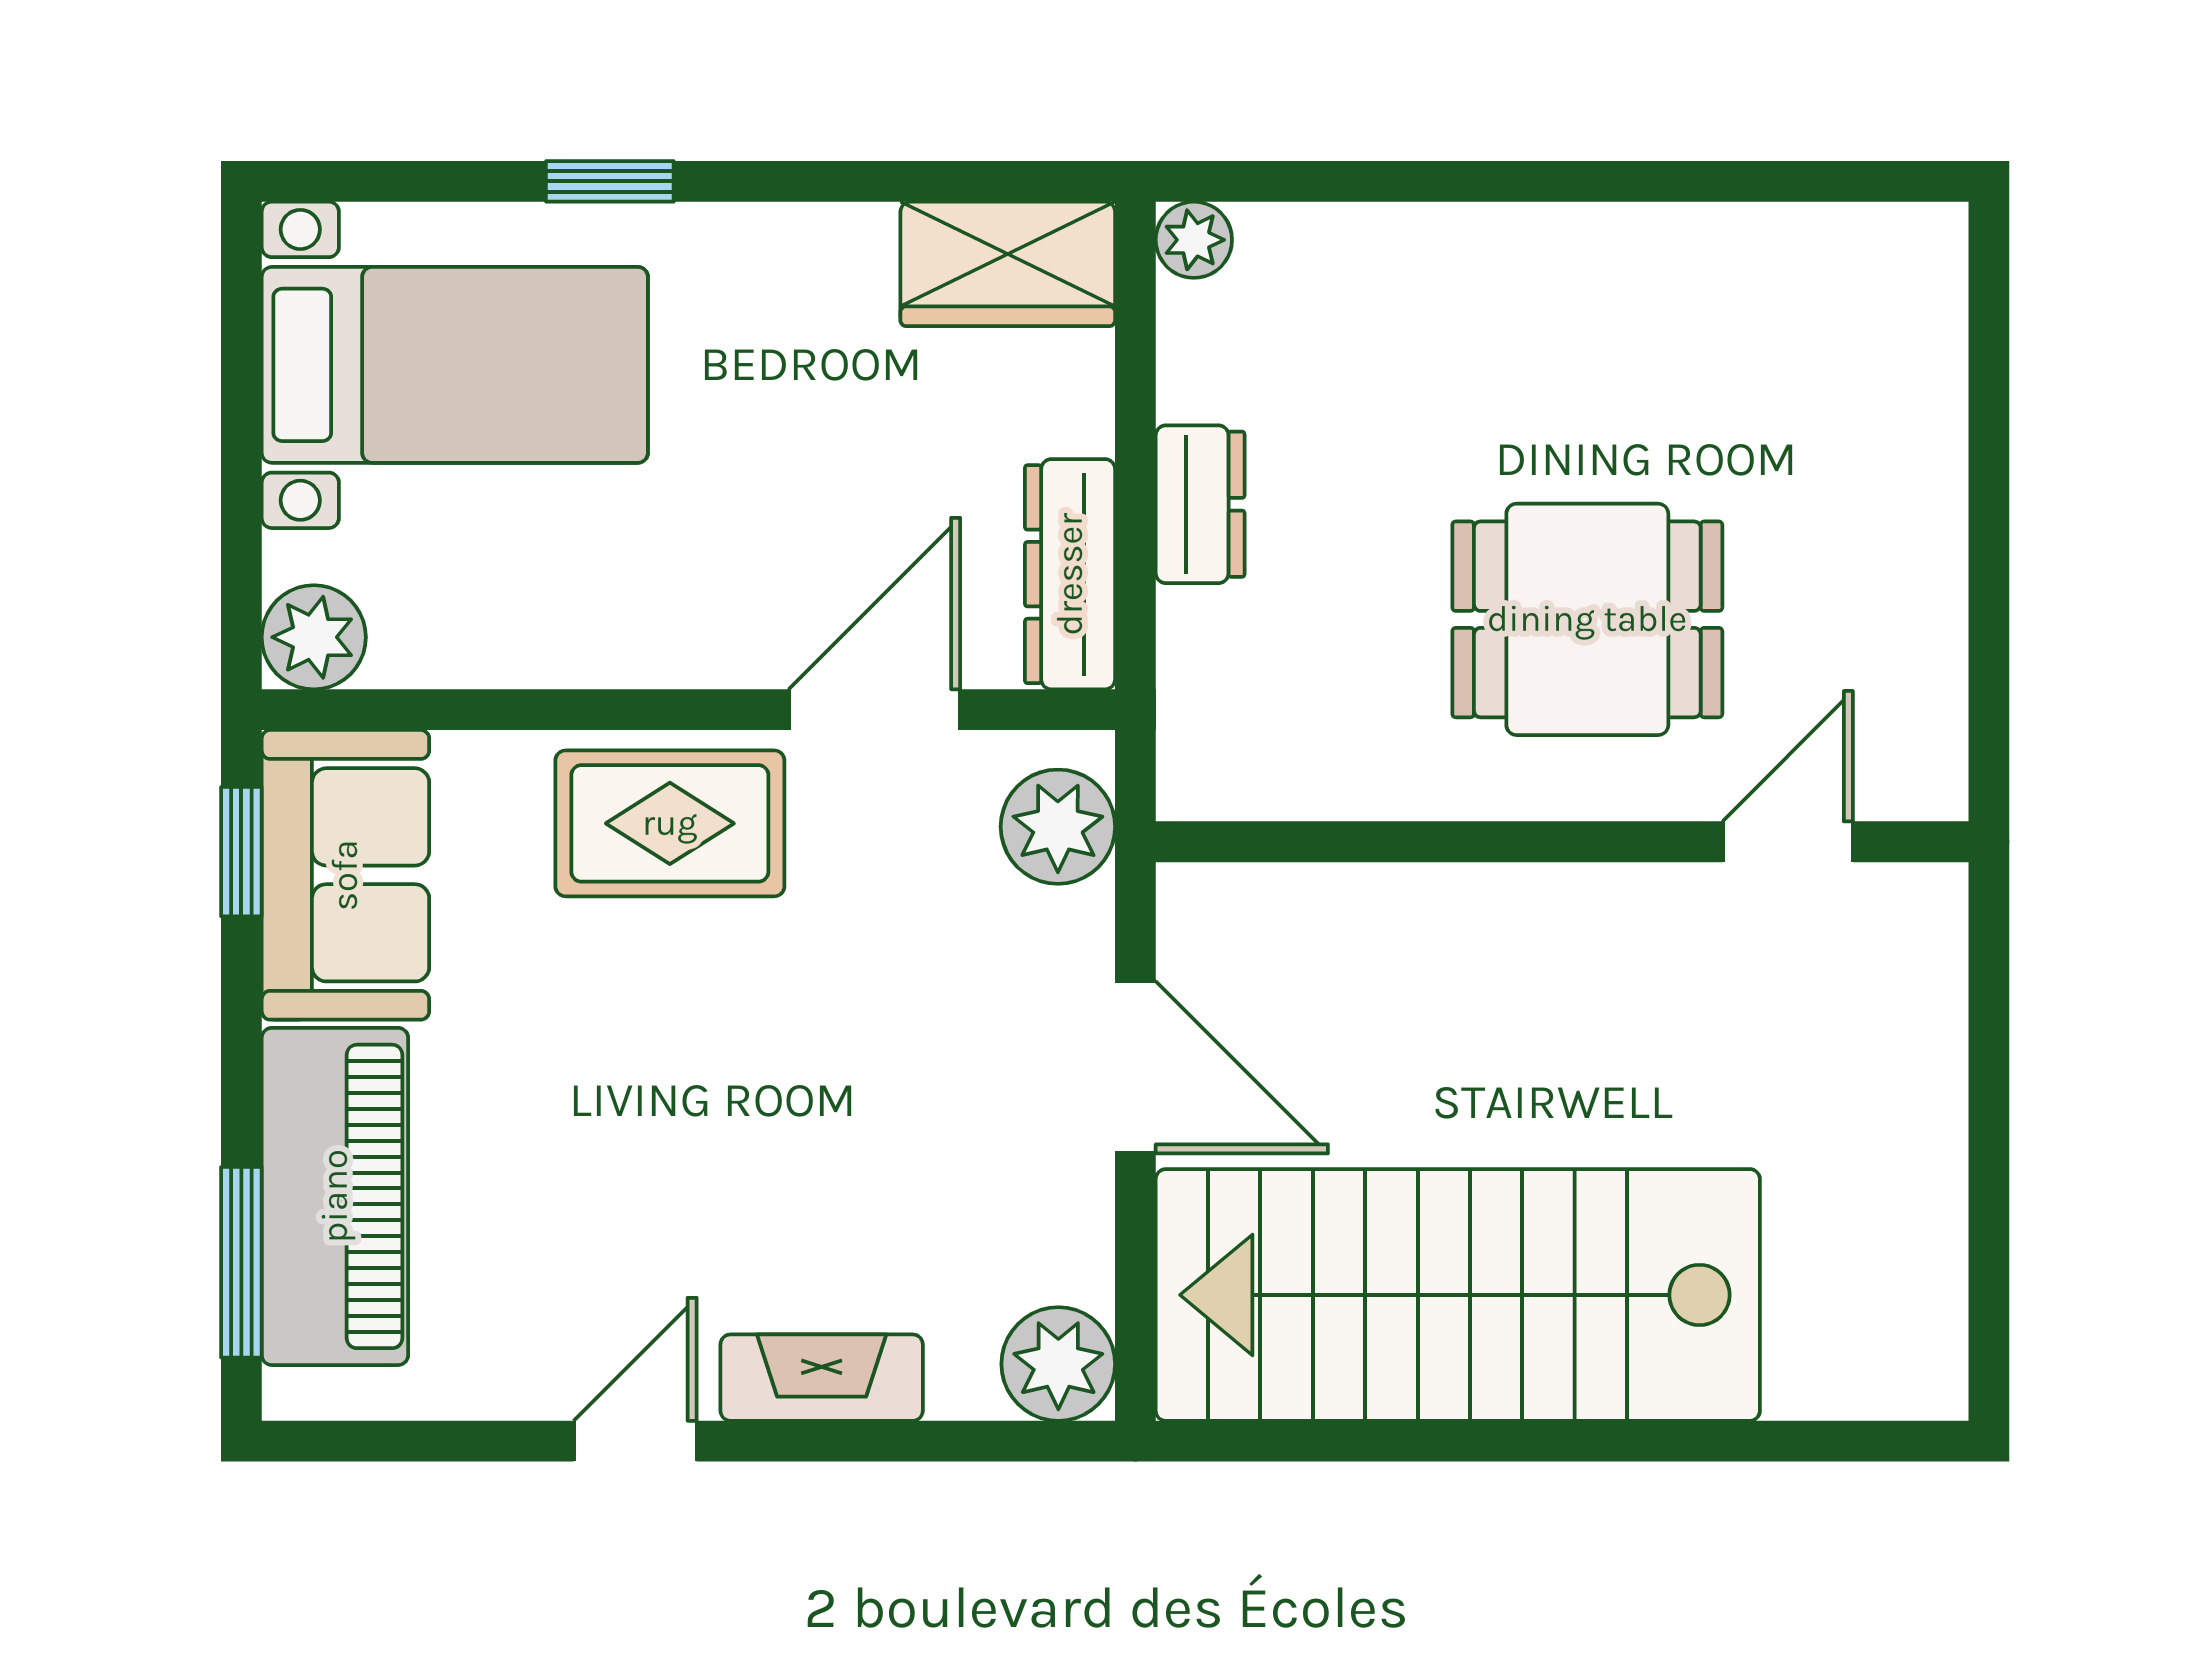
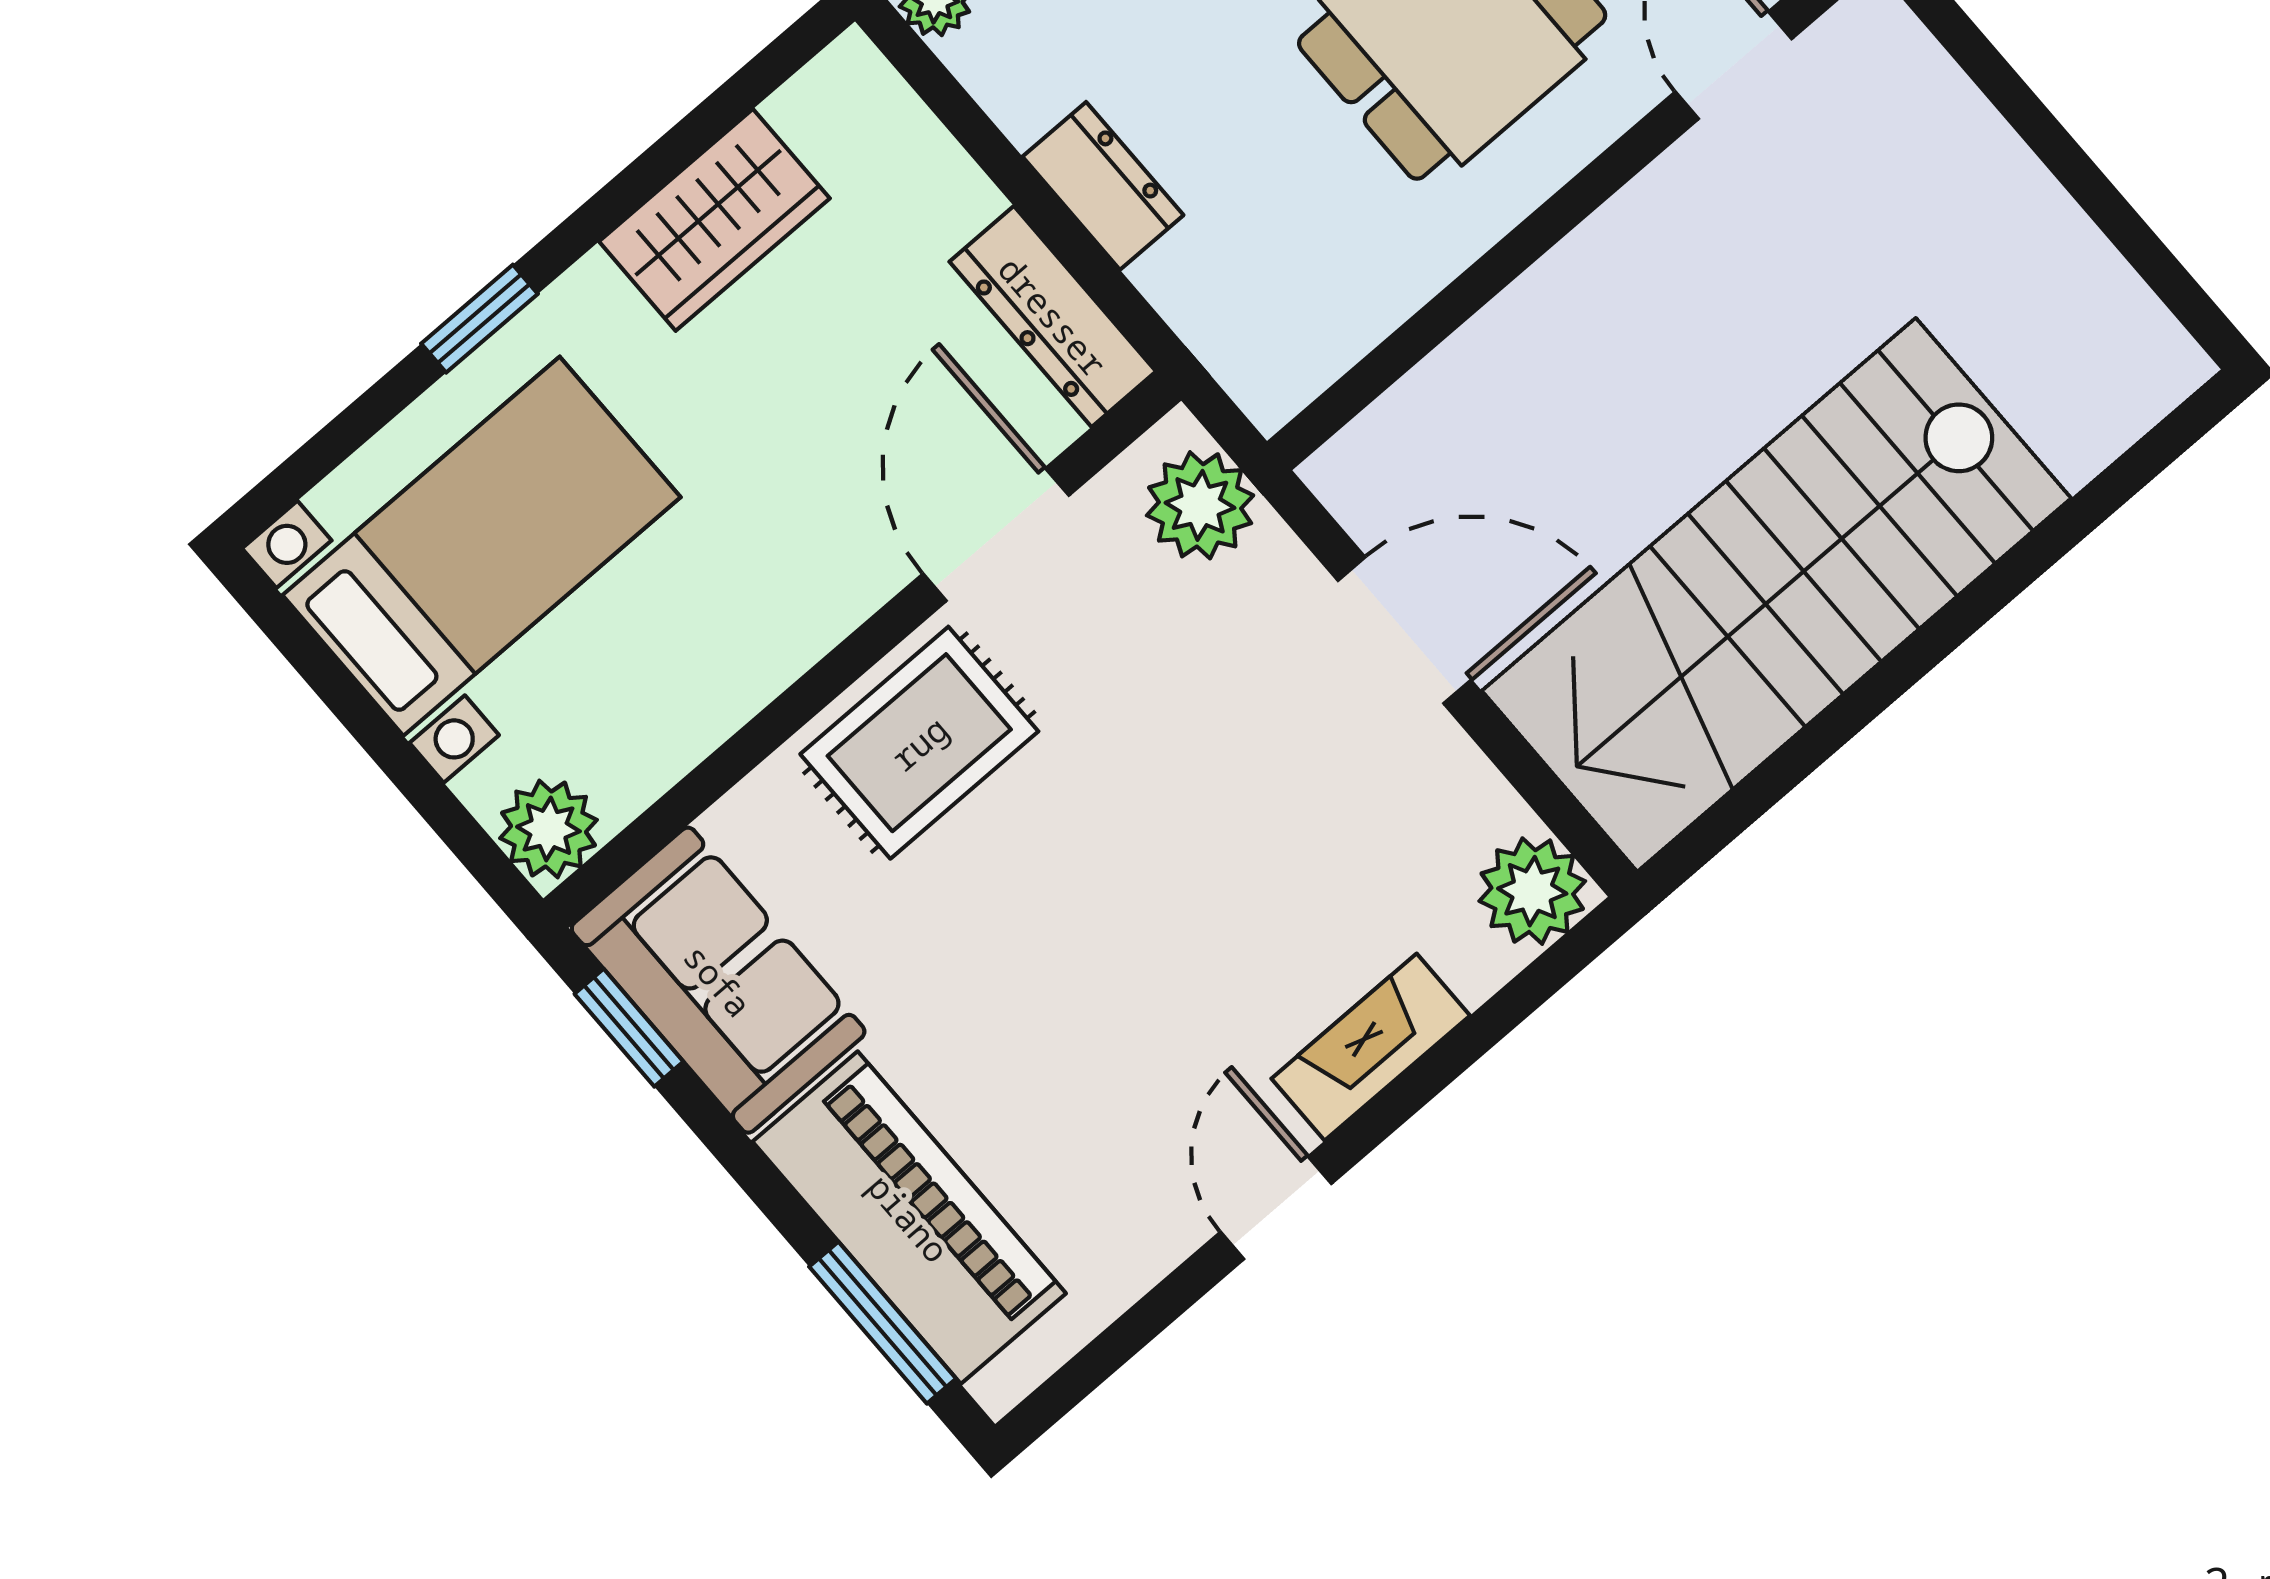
wardrobe: (1008, 264) -> (714, 220), moved

